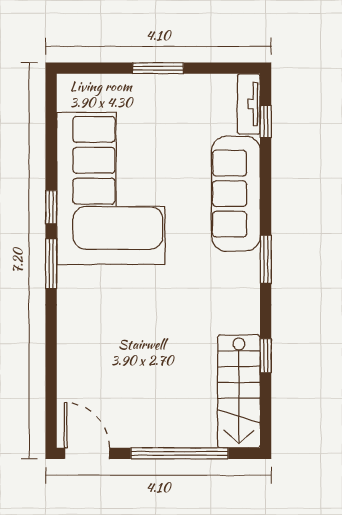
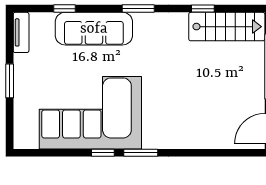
tv unit: (249, 104) -> (21, 32), moved, turned -90
window: (266, 122) -> (64, 9), moved

